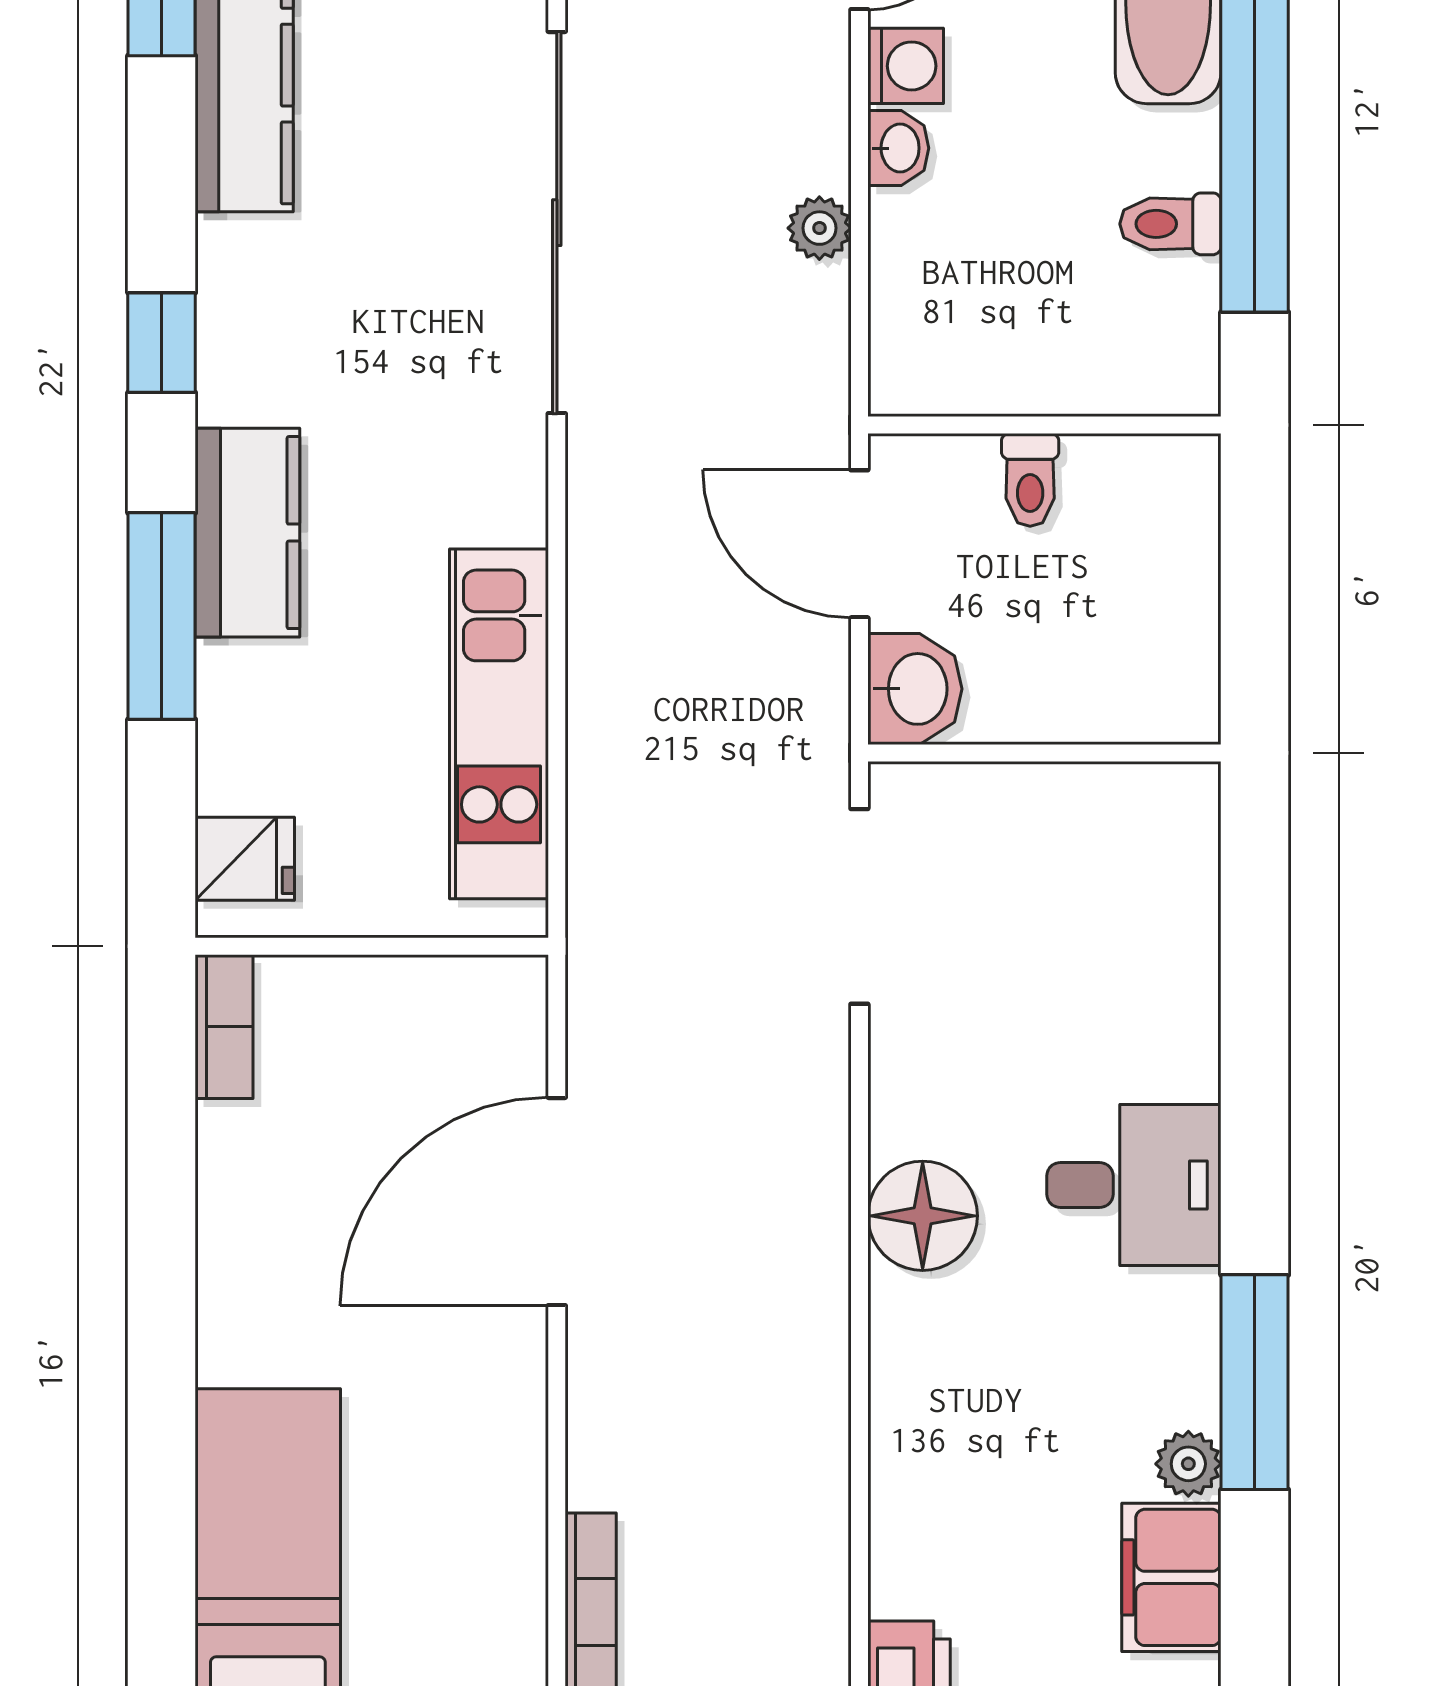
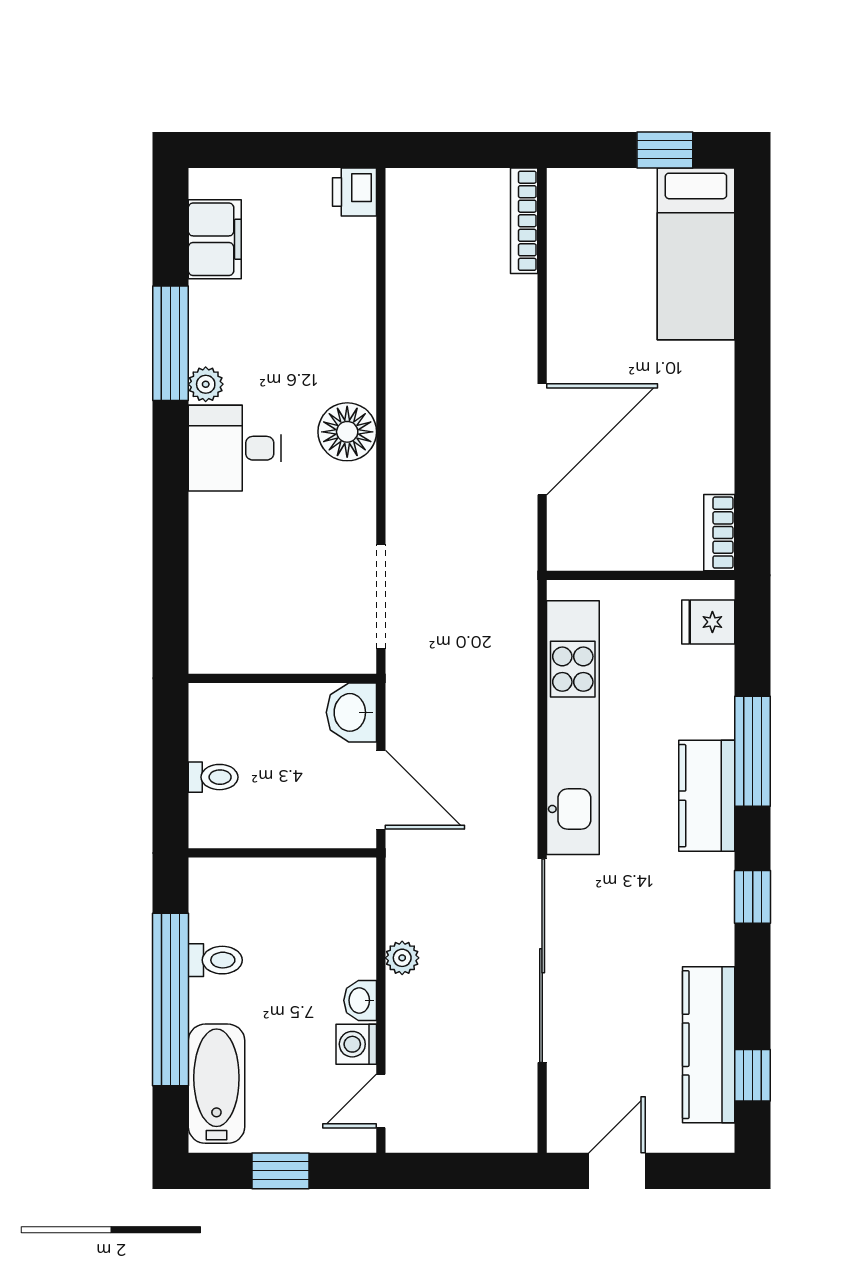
toilet: (1030, 480) -> (213, 777), moved, turned 90
kitchen unit: (499, 724) -> (573, 728), width x1.36
plant: (1188, 1464) -> (206, 384), moved

